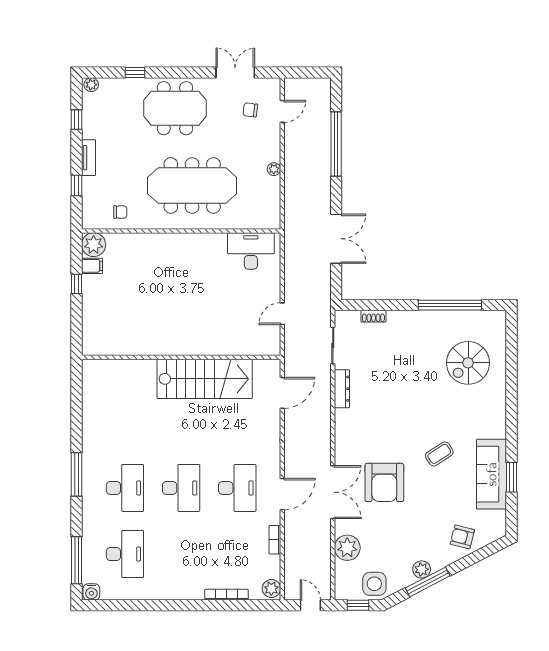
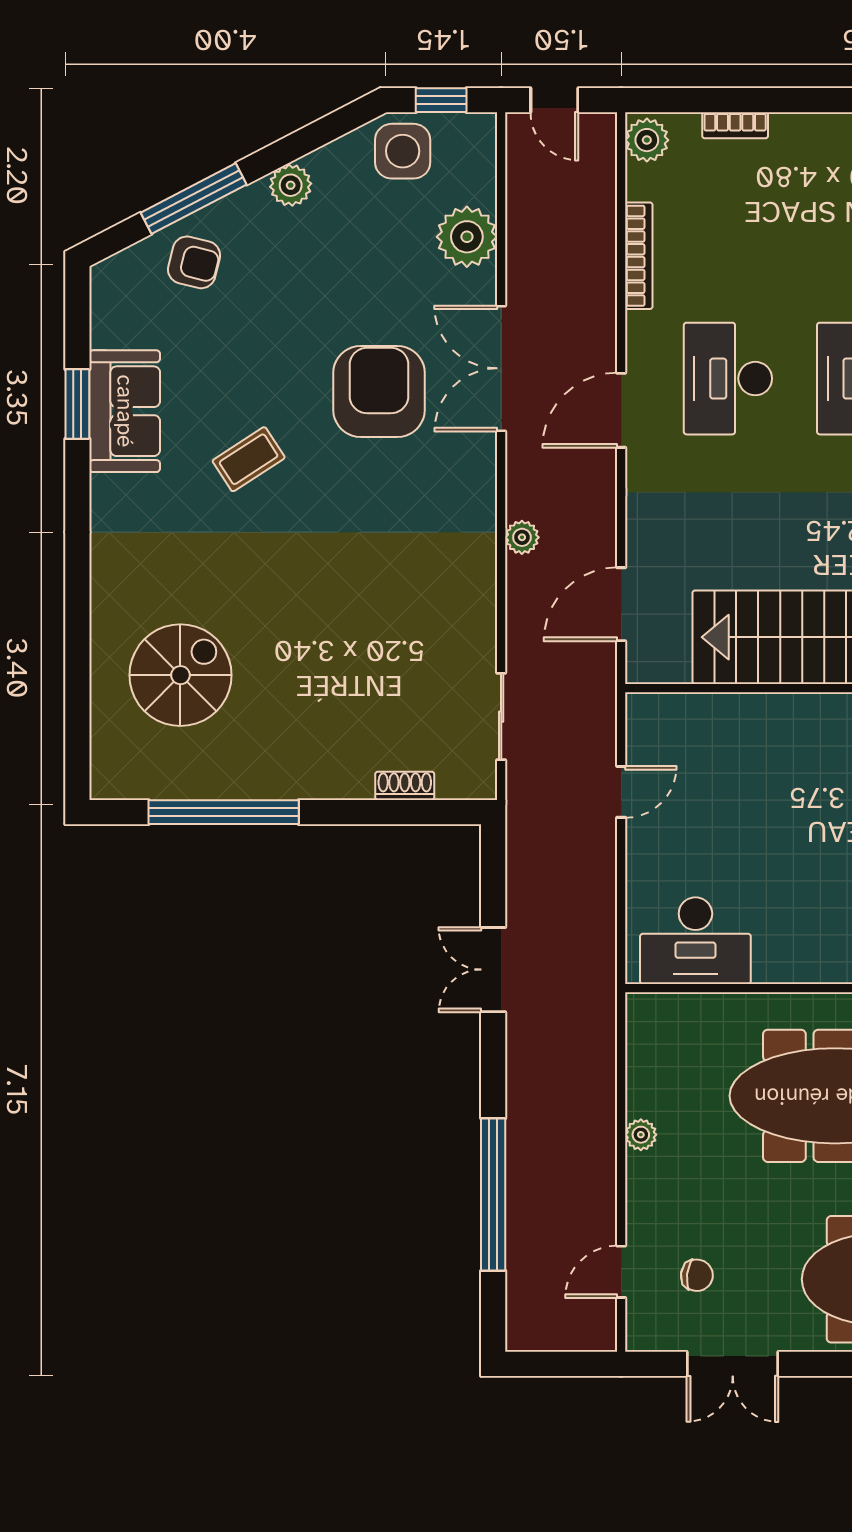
double door: (336, 239) -> (493, 970), width x0.73
dresser: (342, 389) -> (479, 614), removed
plant: (324, 421) -> (522, 537), added
sofa: (492, 474) -> (125, 411), width x0.73
door: (282, 494) -> (621, 410), moved
bookcase: (275, 540) -> (639, 256), width x1.56
window: (428, 582) -> (194, 199), moved
bookcase: (226, 595) -> (735, 125), width x0.64

